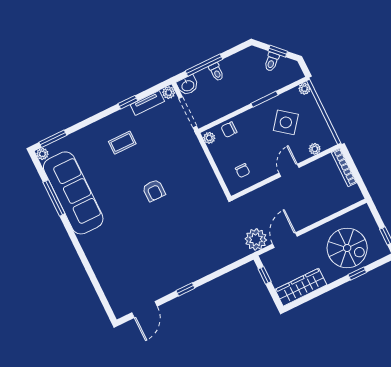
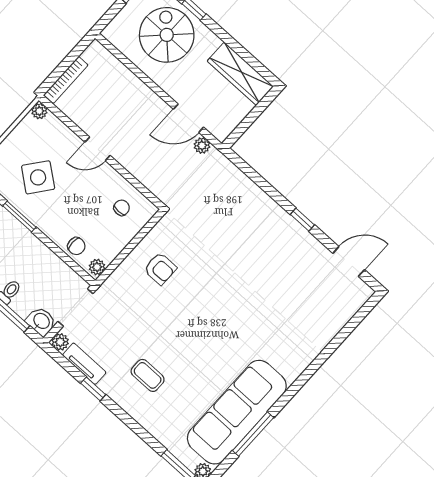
plant: (315, 149) -> (39, 111), moved
armchair: (154, 190) -> (160, 269), moved, turned 90
plant: (256, 239) -> (202, 145), width x0.53, depth x0.53
window: (265, 275) -> (244, 126), removed

